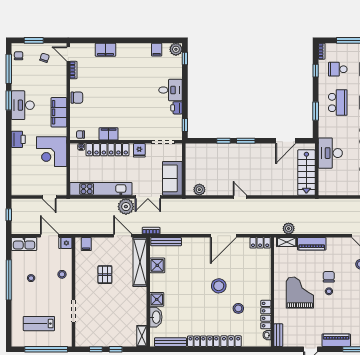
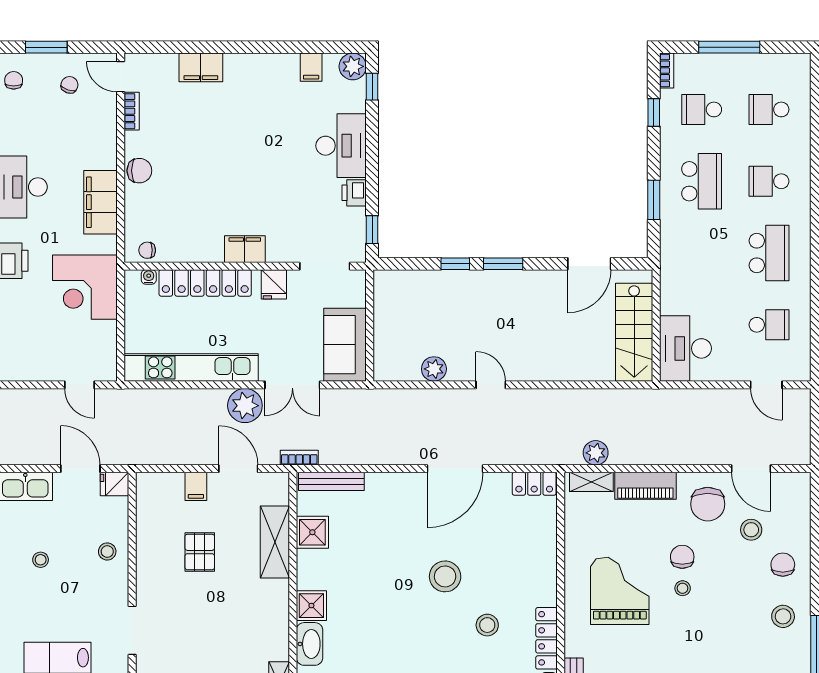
desk: (171, 90) -> (341, 146), width x1.37
filing cabinet: (109, 134) -> (245, 249), moved
desk: (330, 153) -> (685, 348), moved
plant: (199, 190) -> (434, 369), moved
filing cabinet: (86, 244) -> (196, 486), moved
chair: (341, 252) -> (708, 504), added
shelving: (140, 262) -> (275, 542), width x0.68

